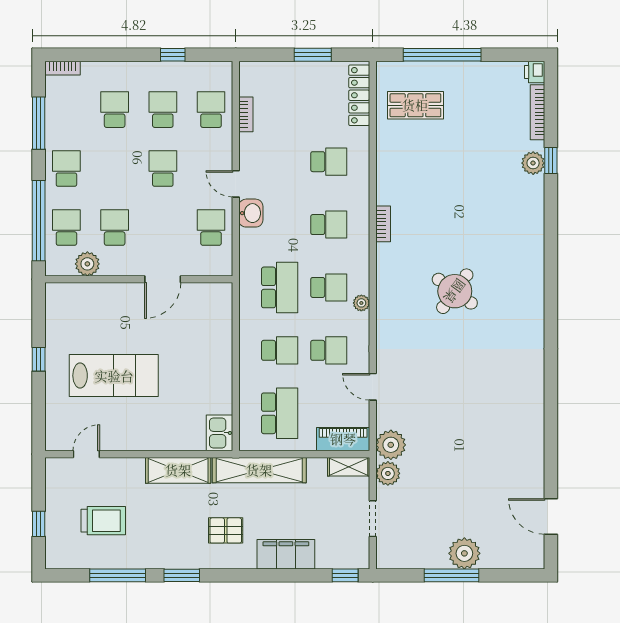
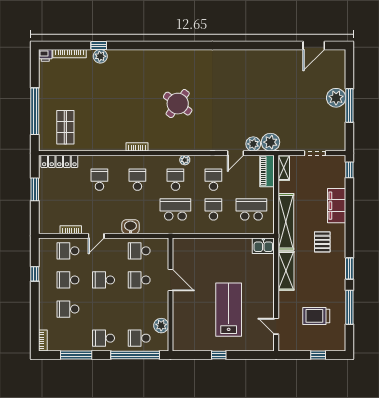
door: (236, 184) -> (96, 236), moved
school desk: (115, 227) -> (139, 280), moved
plant: (388, 473) -> (253, 144), moved
trolley: (103, 521) -> (316, 316), turned -90

